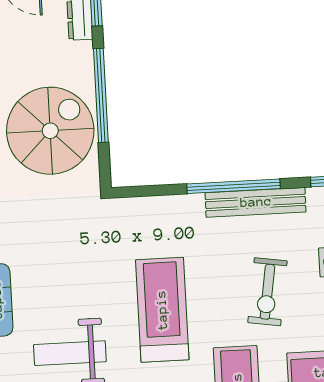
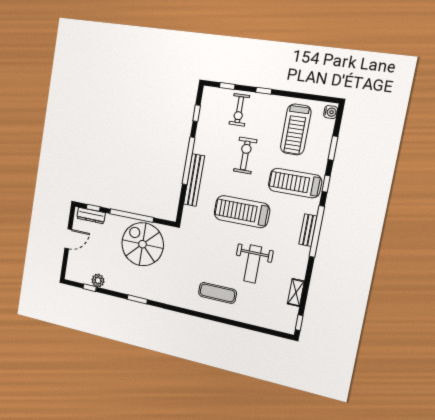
bench: (256, 202) -> (194, 180), moved
exercise bike: (267, 292) -> (245, 155), turned -99

